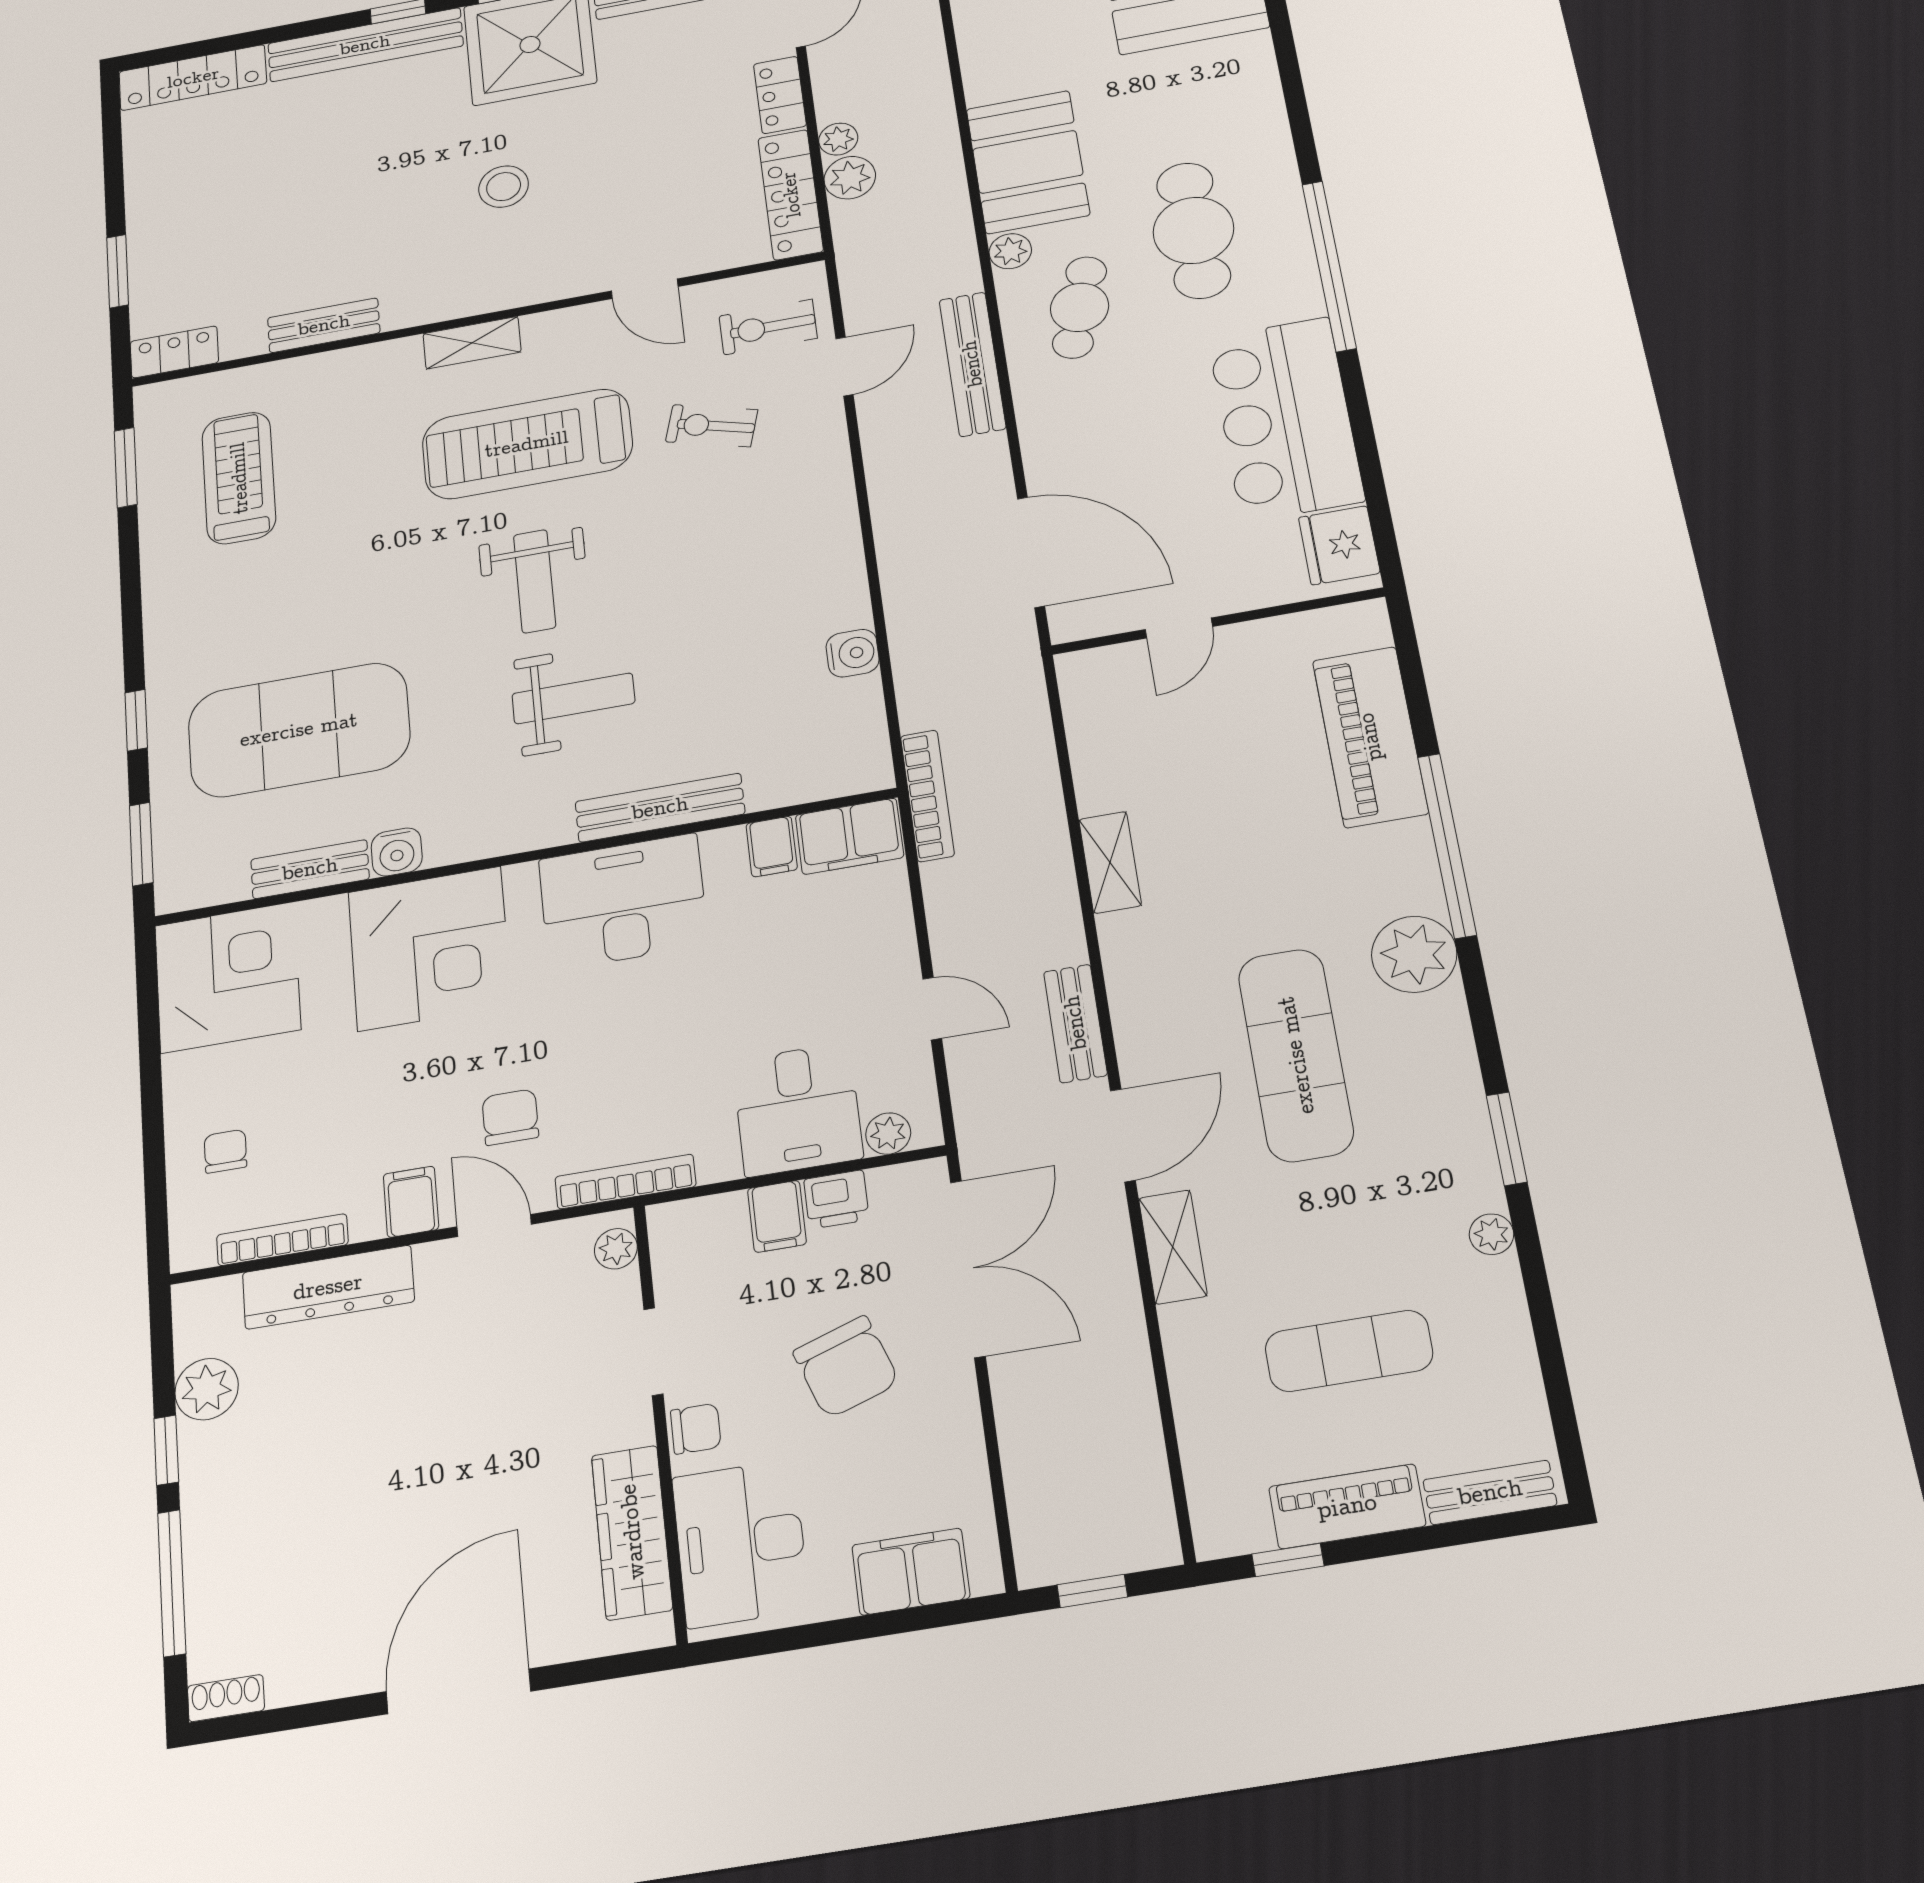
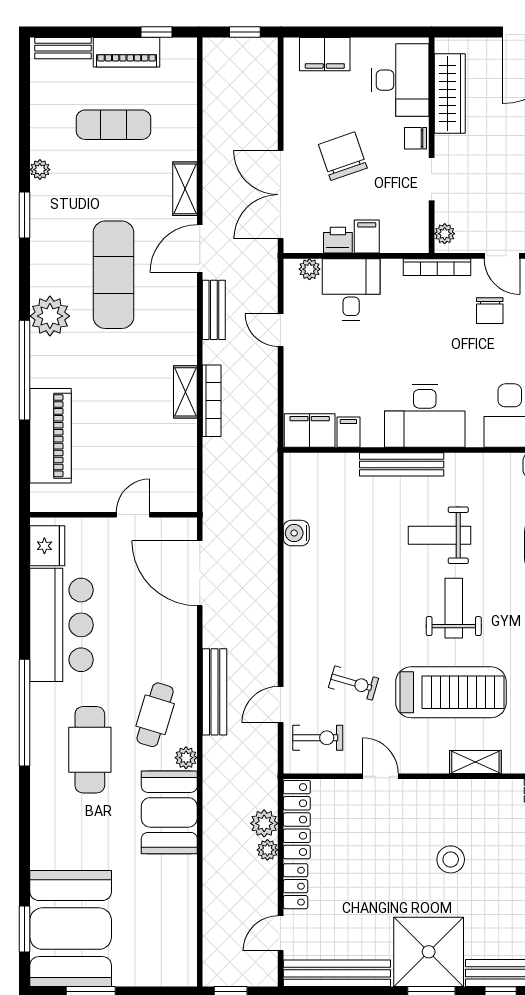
bookcase: (927, 796) -> (212, 401), moved, turned 180

